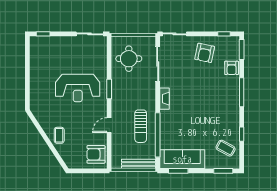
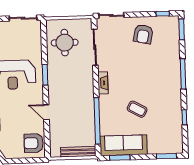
armchair: (232, 68) -> (172, 49), removed
door: (109, 125) -> (46, 112), hinge flipped
sun lounger: (141, 126) -> (79, 112), removed
coffee table: (226, 148) -> (137, 109), moved

